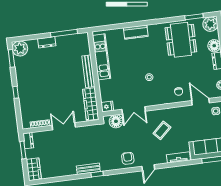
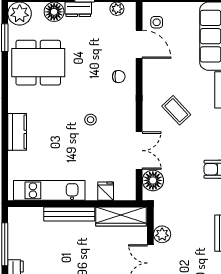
door: (201, 102) -> (139, 44), swing flipped
fridge: (107, 107) -> (106, 191), moved
plant: (83, 131) -> (162, 234), added

